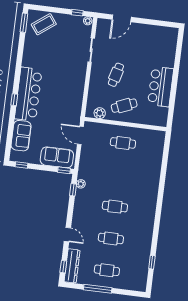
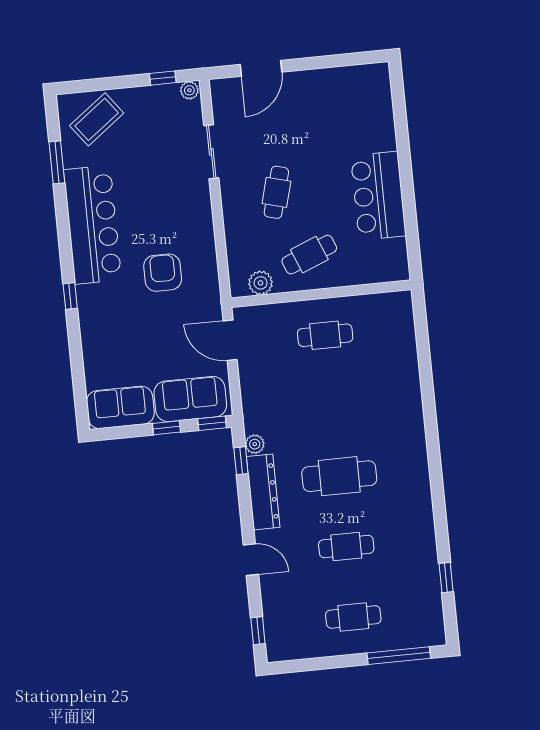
window: (24, 23) -> (57, 162), moved
bar counter: (28, 94) -> (93, 225), moved
armchair: (57, 99) -> (163, 273), added
sofa: (21, 136) -> (120, 407), moved, turned -90
window: (22, 165) -> (166, 428), moved
cafe table: (115, 207) -> (339, 476), width x1.37, depth x1.35
dresser: (72, 266) -> (263, 492), moved
window: (98, 289) -> (399, 656), moved

